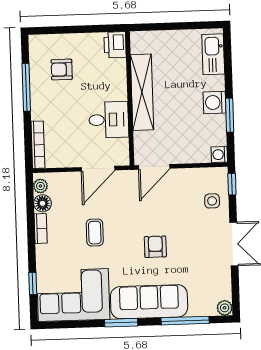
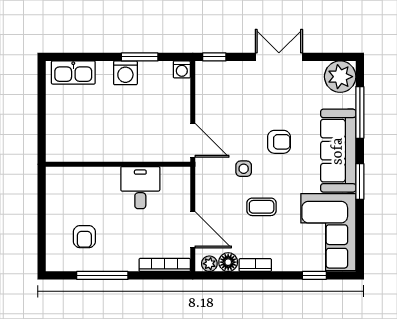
printer: (115, 45) -> (60, 178), removed
shelving: (142, 92) -> (112, 151), removed
door: (98, 169) -> (193, 230), moved
side table: (212, 201) -> (244, 169), moved
armchair: (155, 247) -> (279, 142), turned 180
plant: (225, 308) -> (340, 77), width x1.87, depth x1.87

